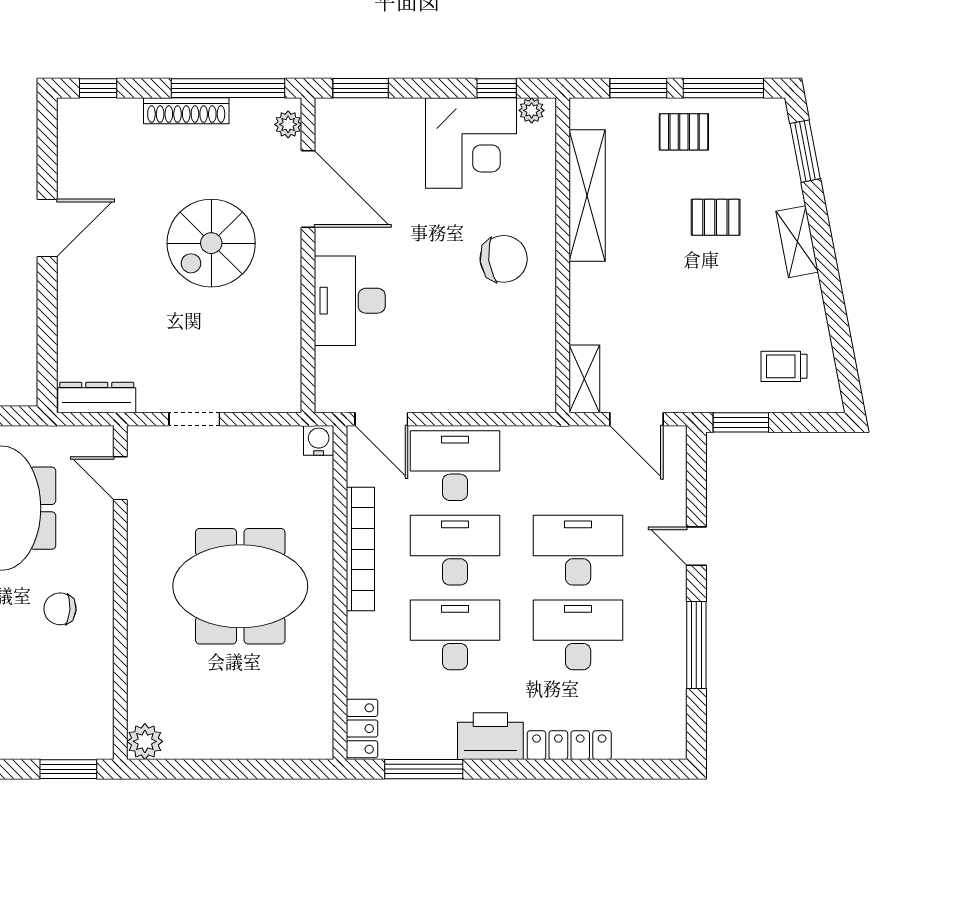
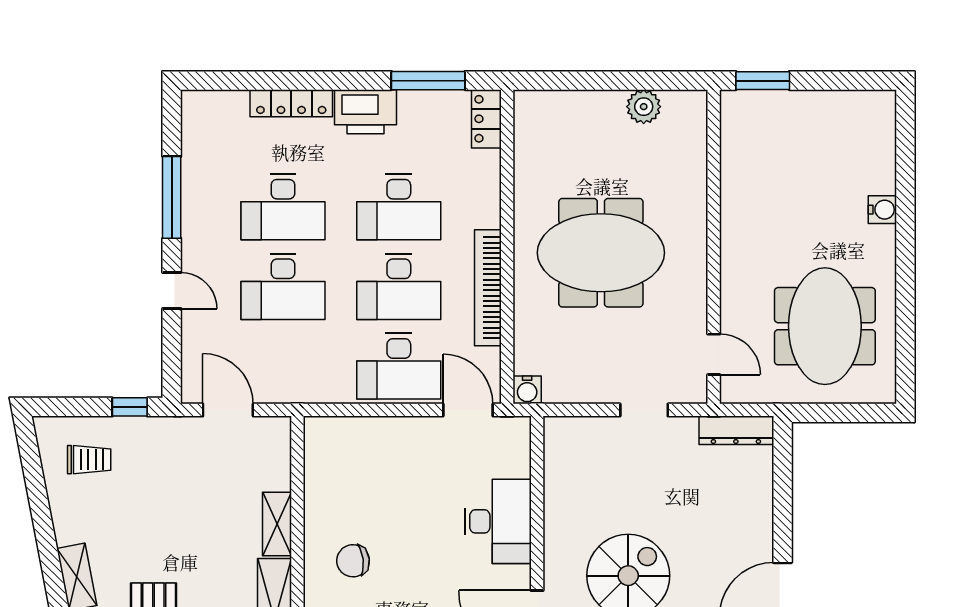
chair: (504, 259) -> (353, 561), width x0.73, depth x0.73
shelving: (584, 379) -> (277, 524), moved
window: (741, 422) -> (130, 407), width x0.67
chair: (60, 609) -> (770, 231), removed
plant: (145, 741) -> (644, 107), moved

